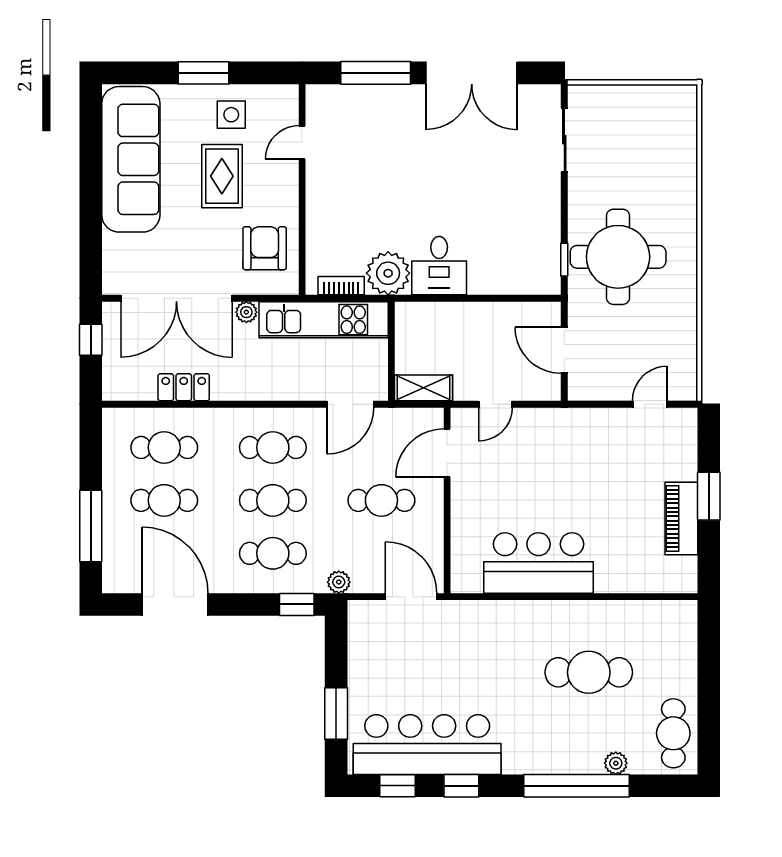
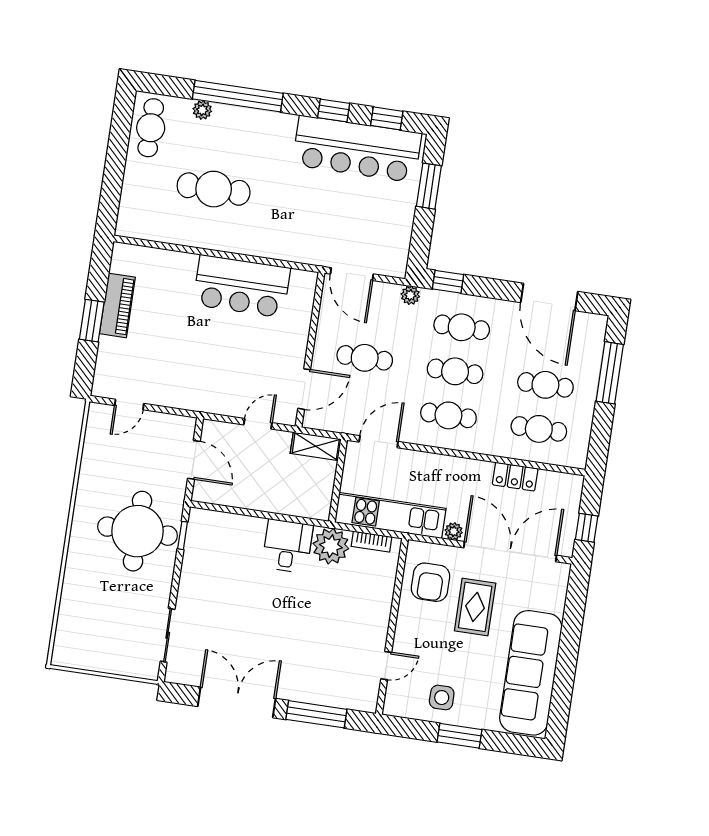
rug: (222, 176) -> (475, 607), moved

